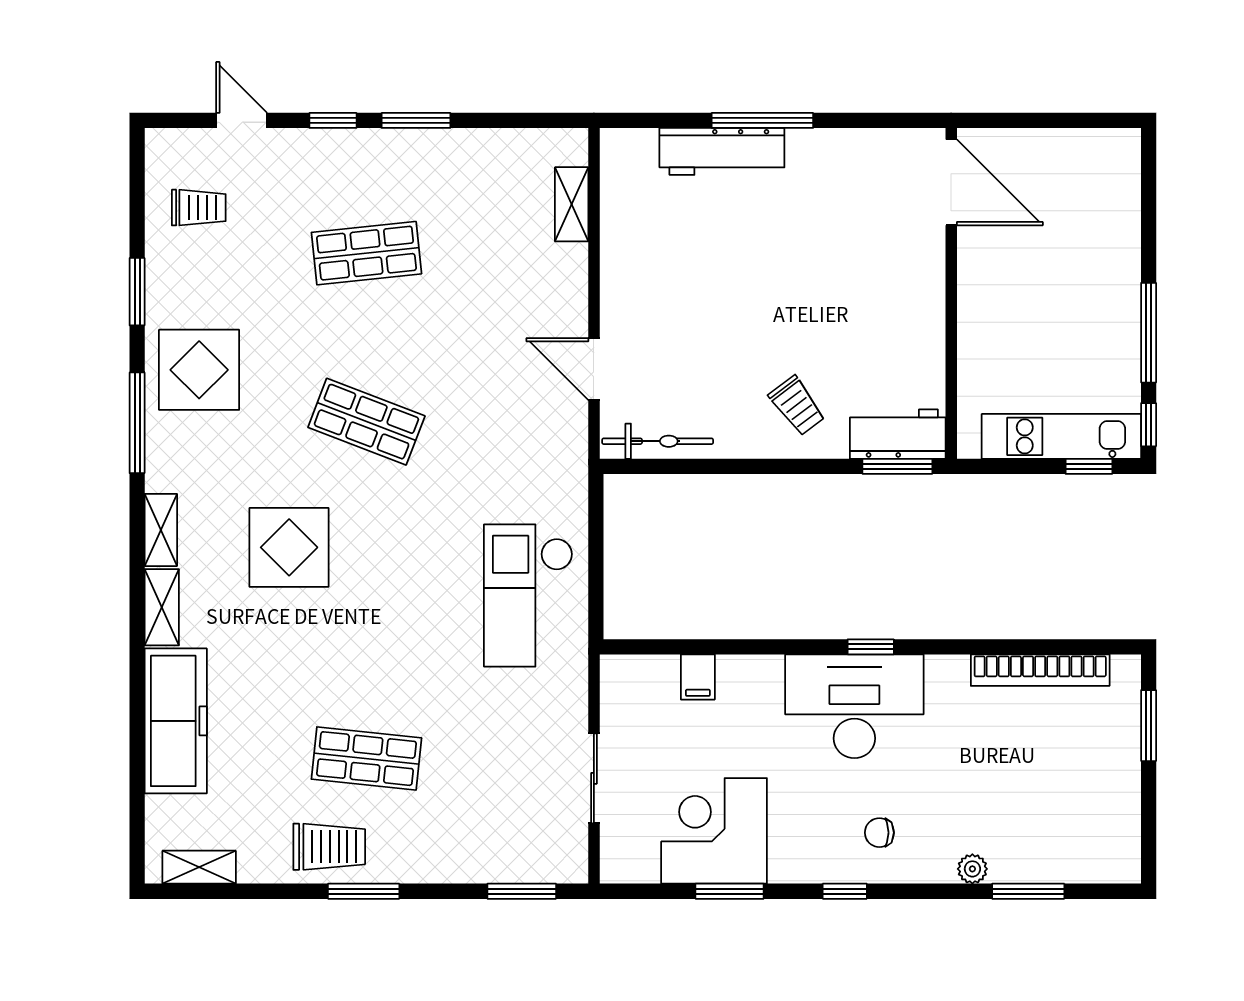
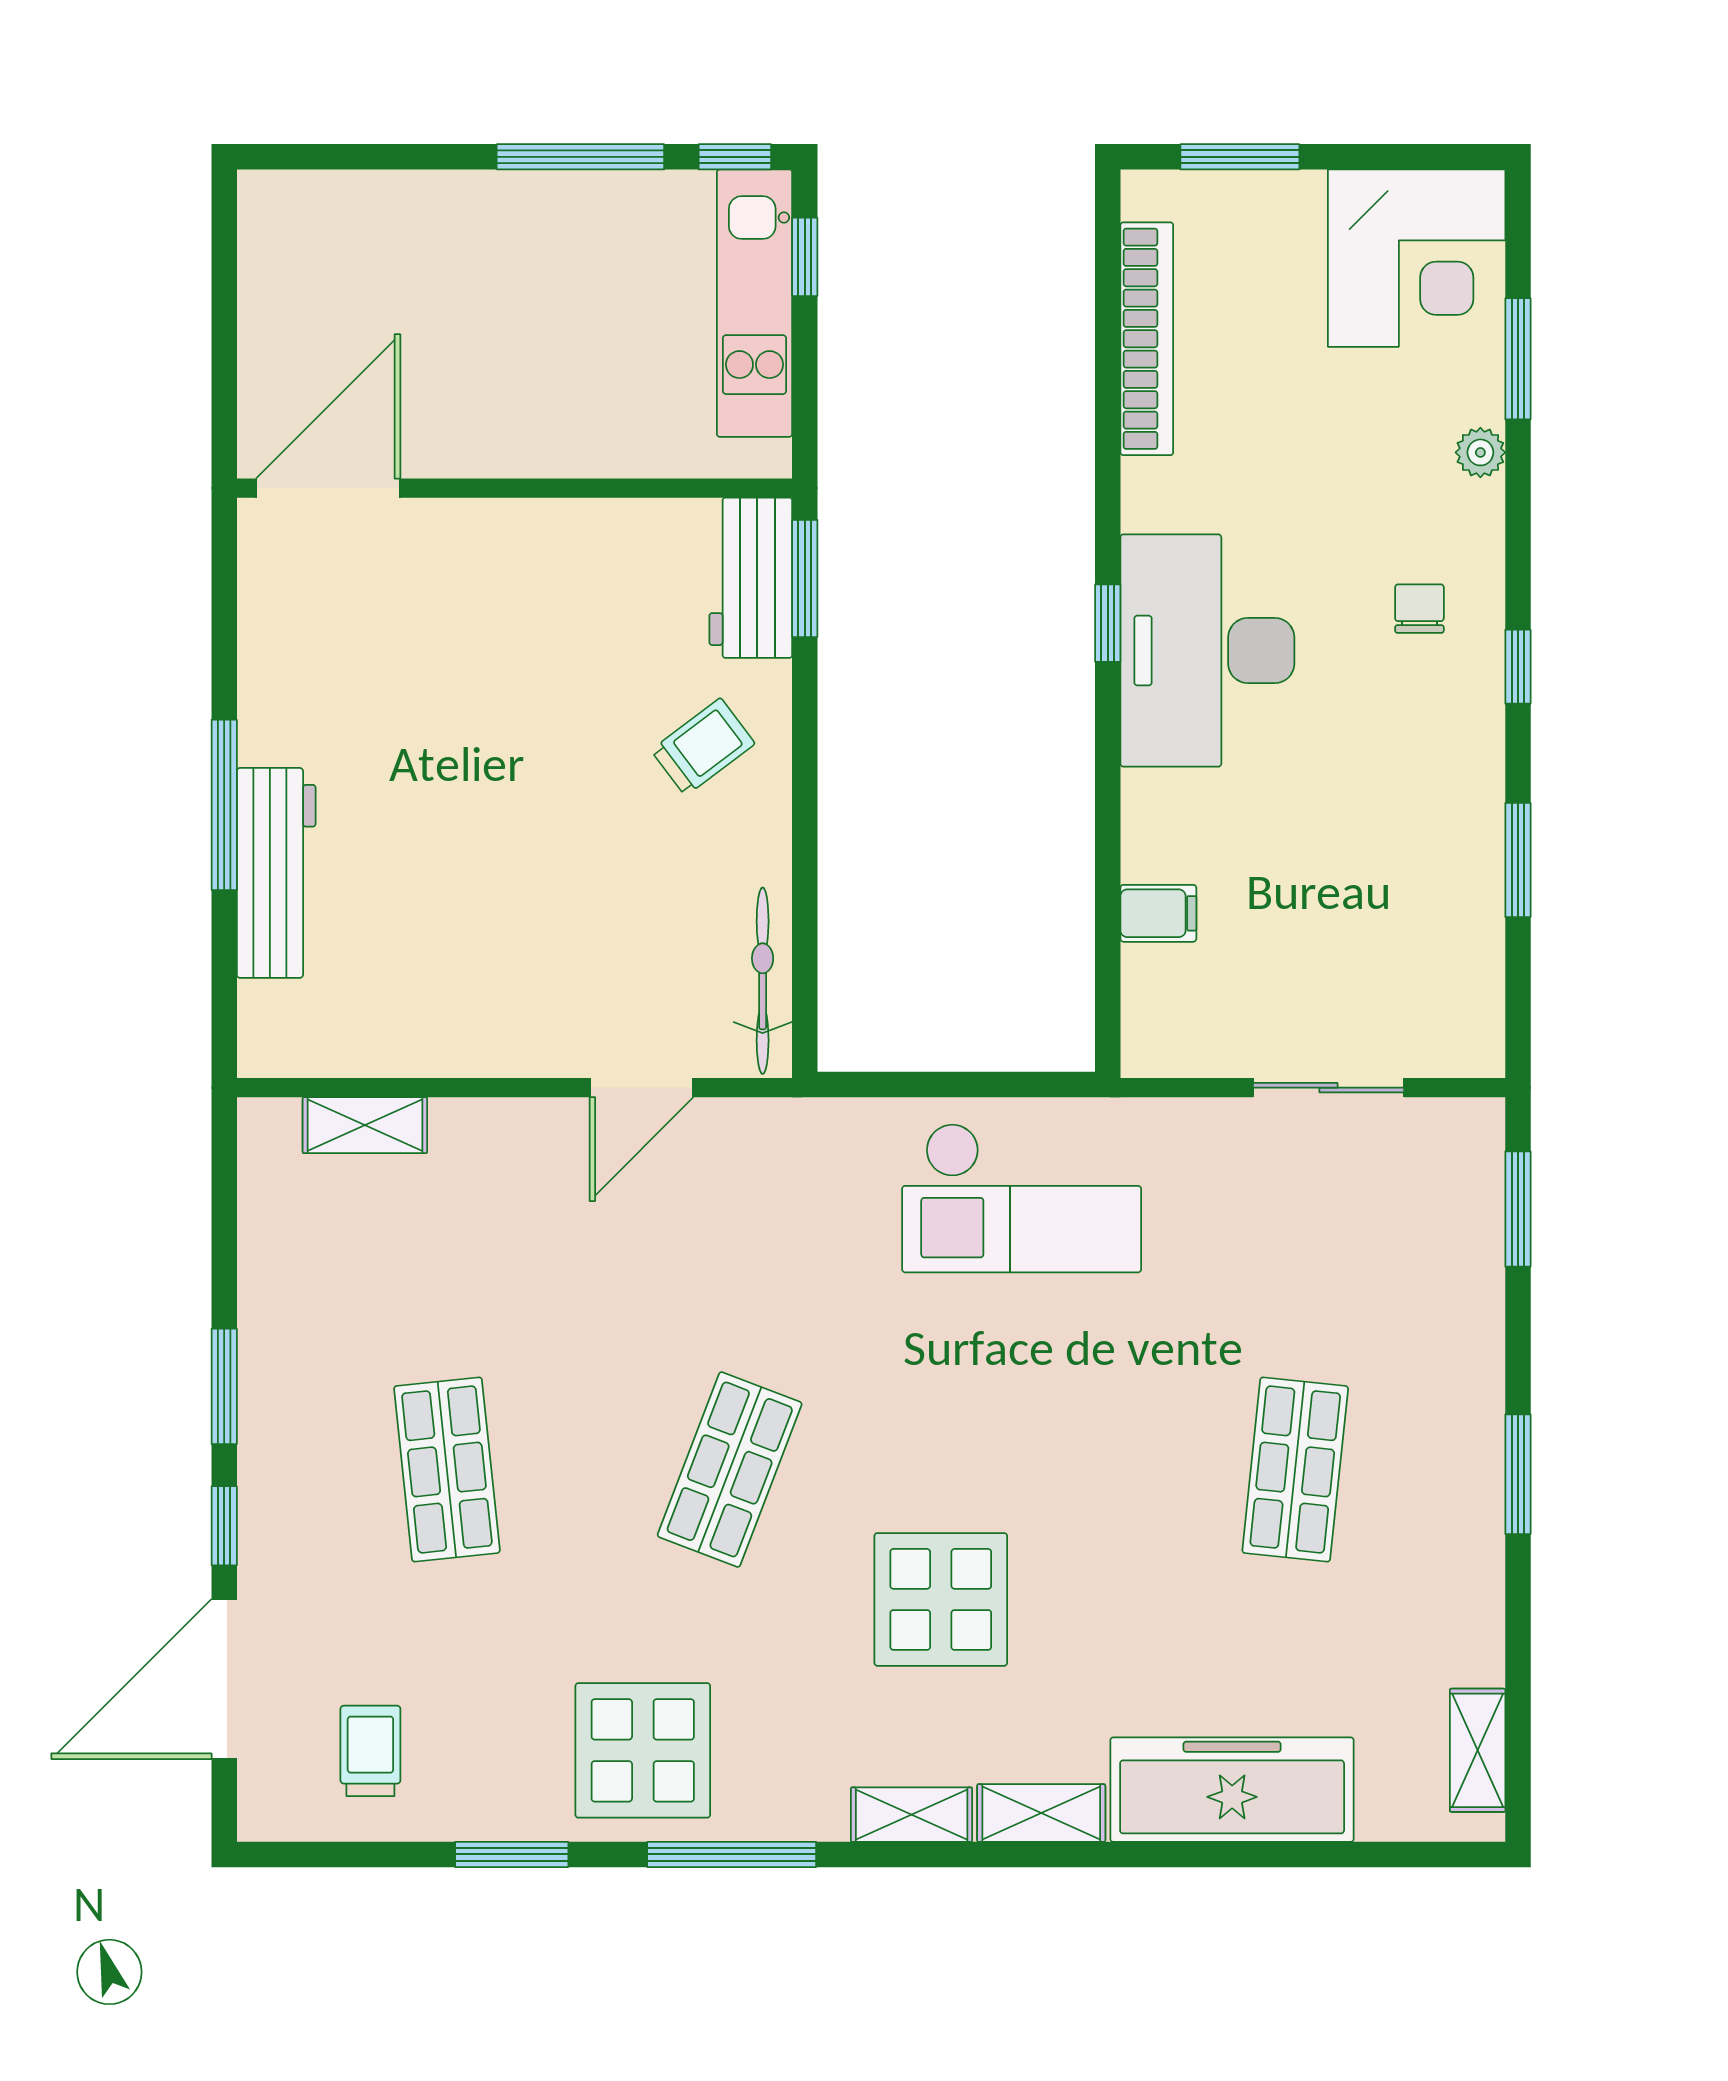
door: (242, 120) -> (224, 1679), width x1.88
corner desk: (714, 831) -> (1417, 258), moved, turned -90
chair: (879, 833) -> (1419, 609), turned 180
trolley: (329, 847) -> (1443, 1532), removed

